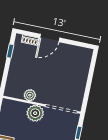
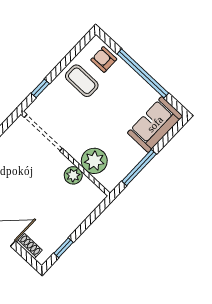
plant: (35, 113) -> (94, 161), moved

